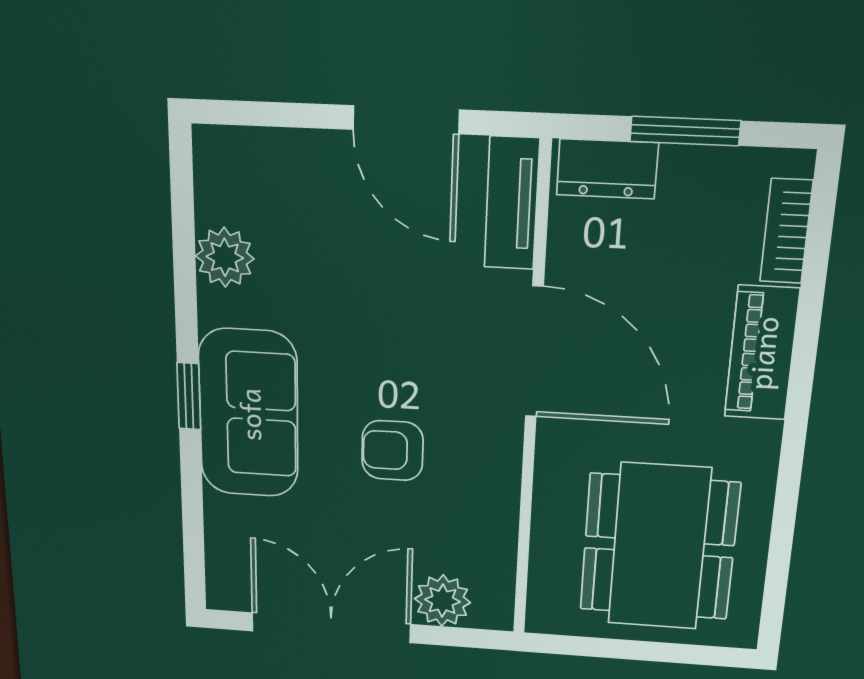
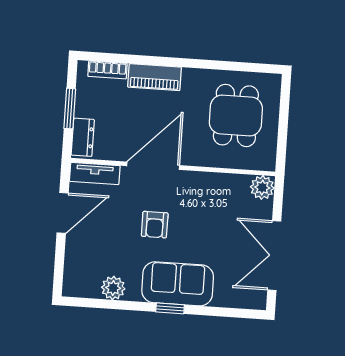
armchair: (392, 451) -> (155, 225), moved
dining table: (659, 547) -> (236, 115), width x0.73
plant: (442, 601) -> (262, 187), moved

